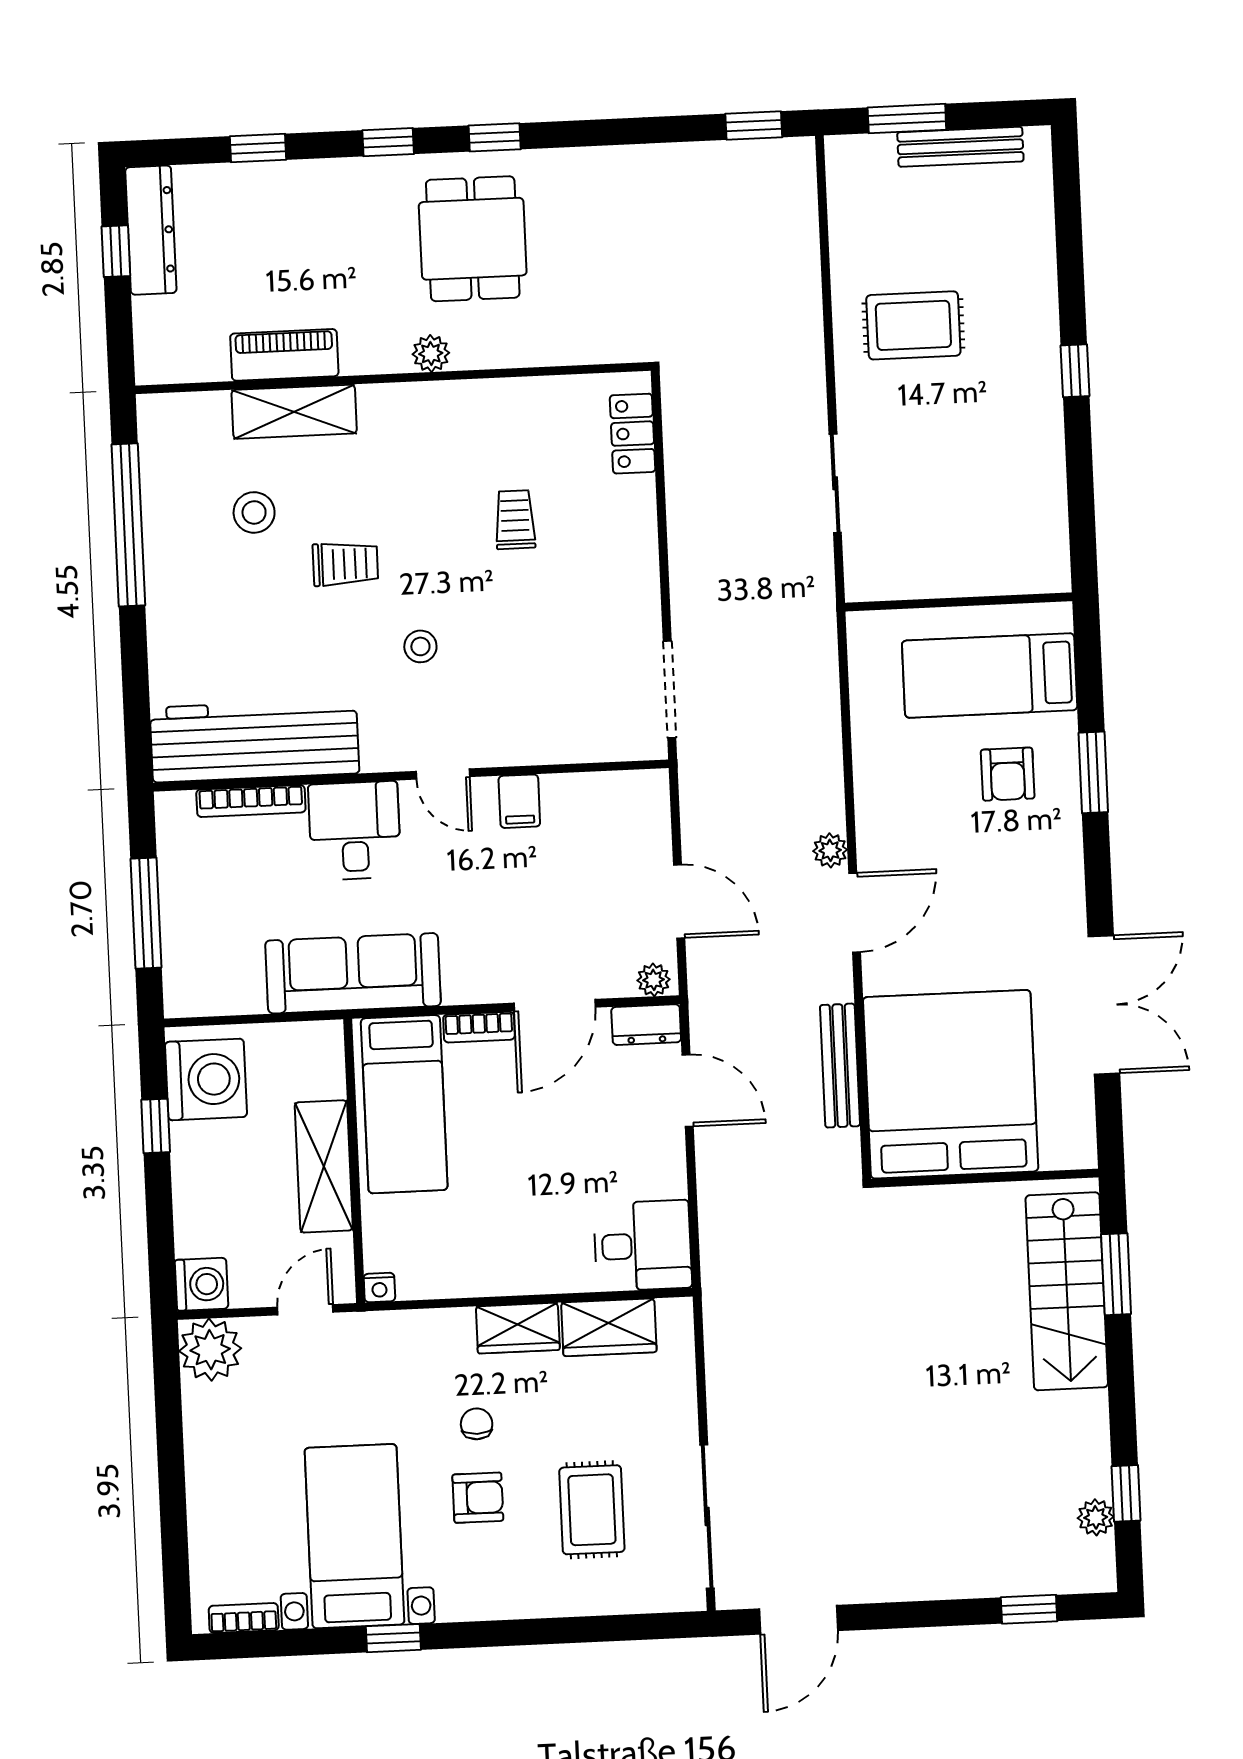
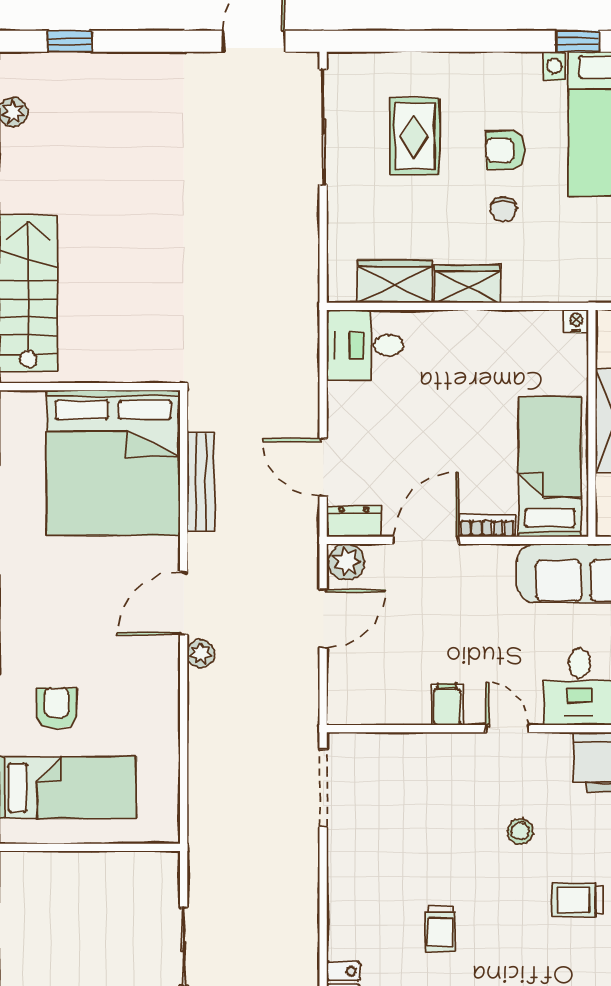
door: (679, 901) -> (323, 619), swing flipped
plant: (654, 980) -> (346, 562), width x1.38, depth x1.38

